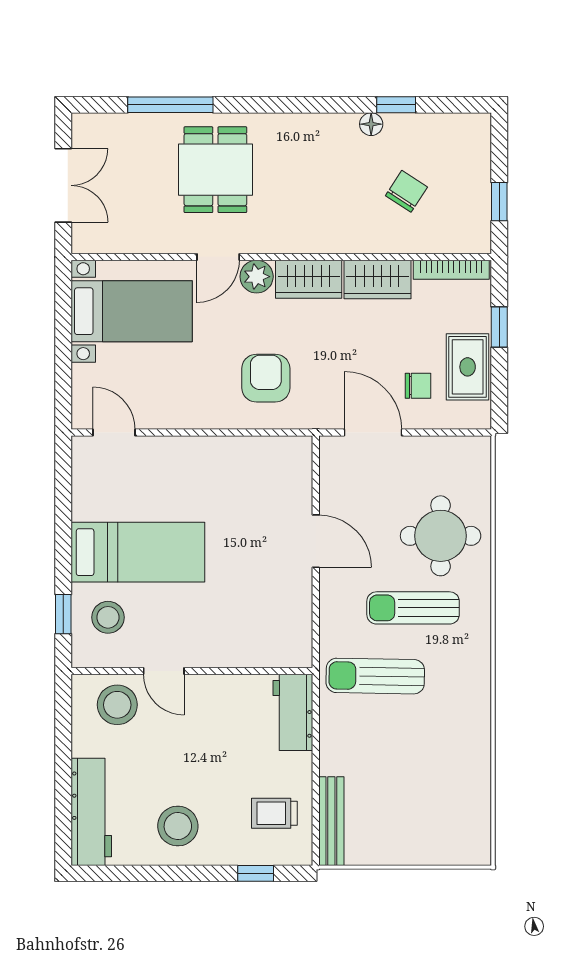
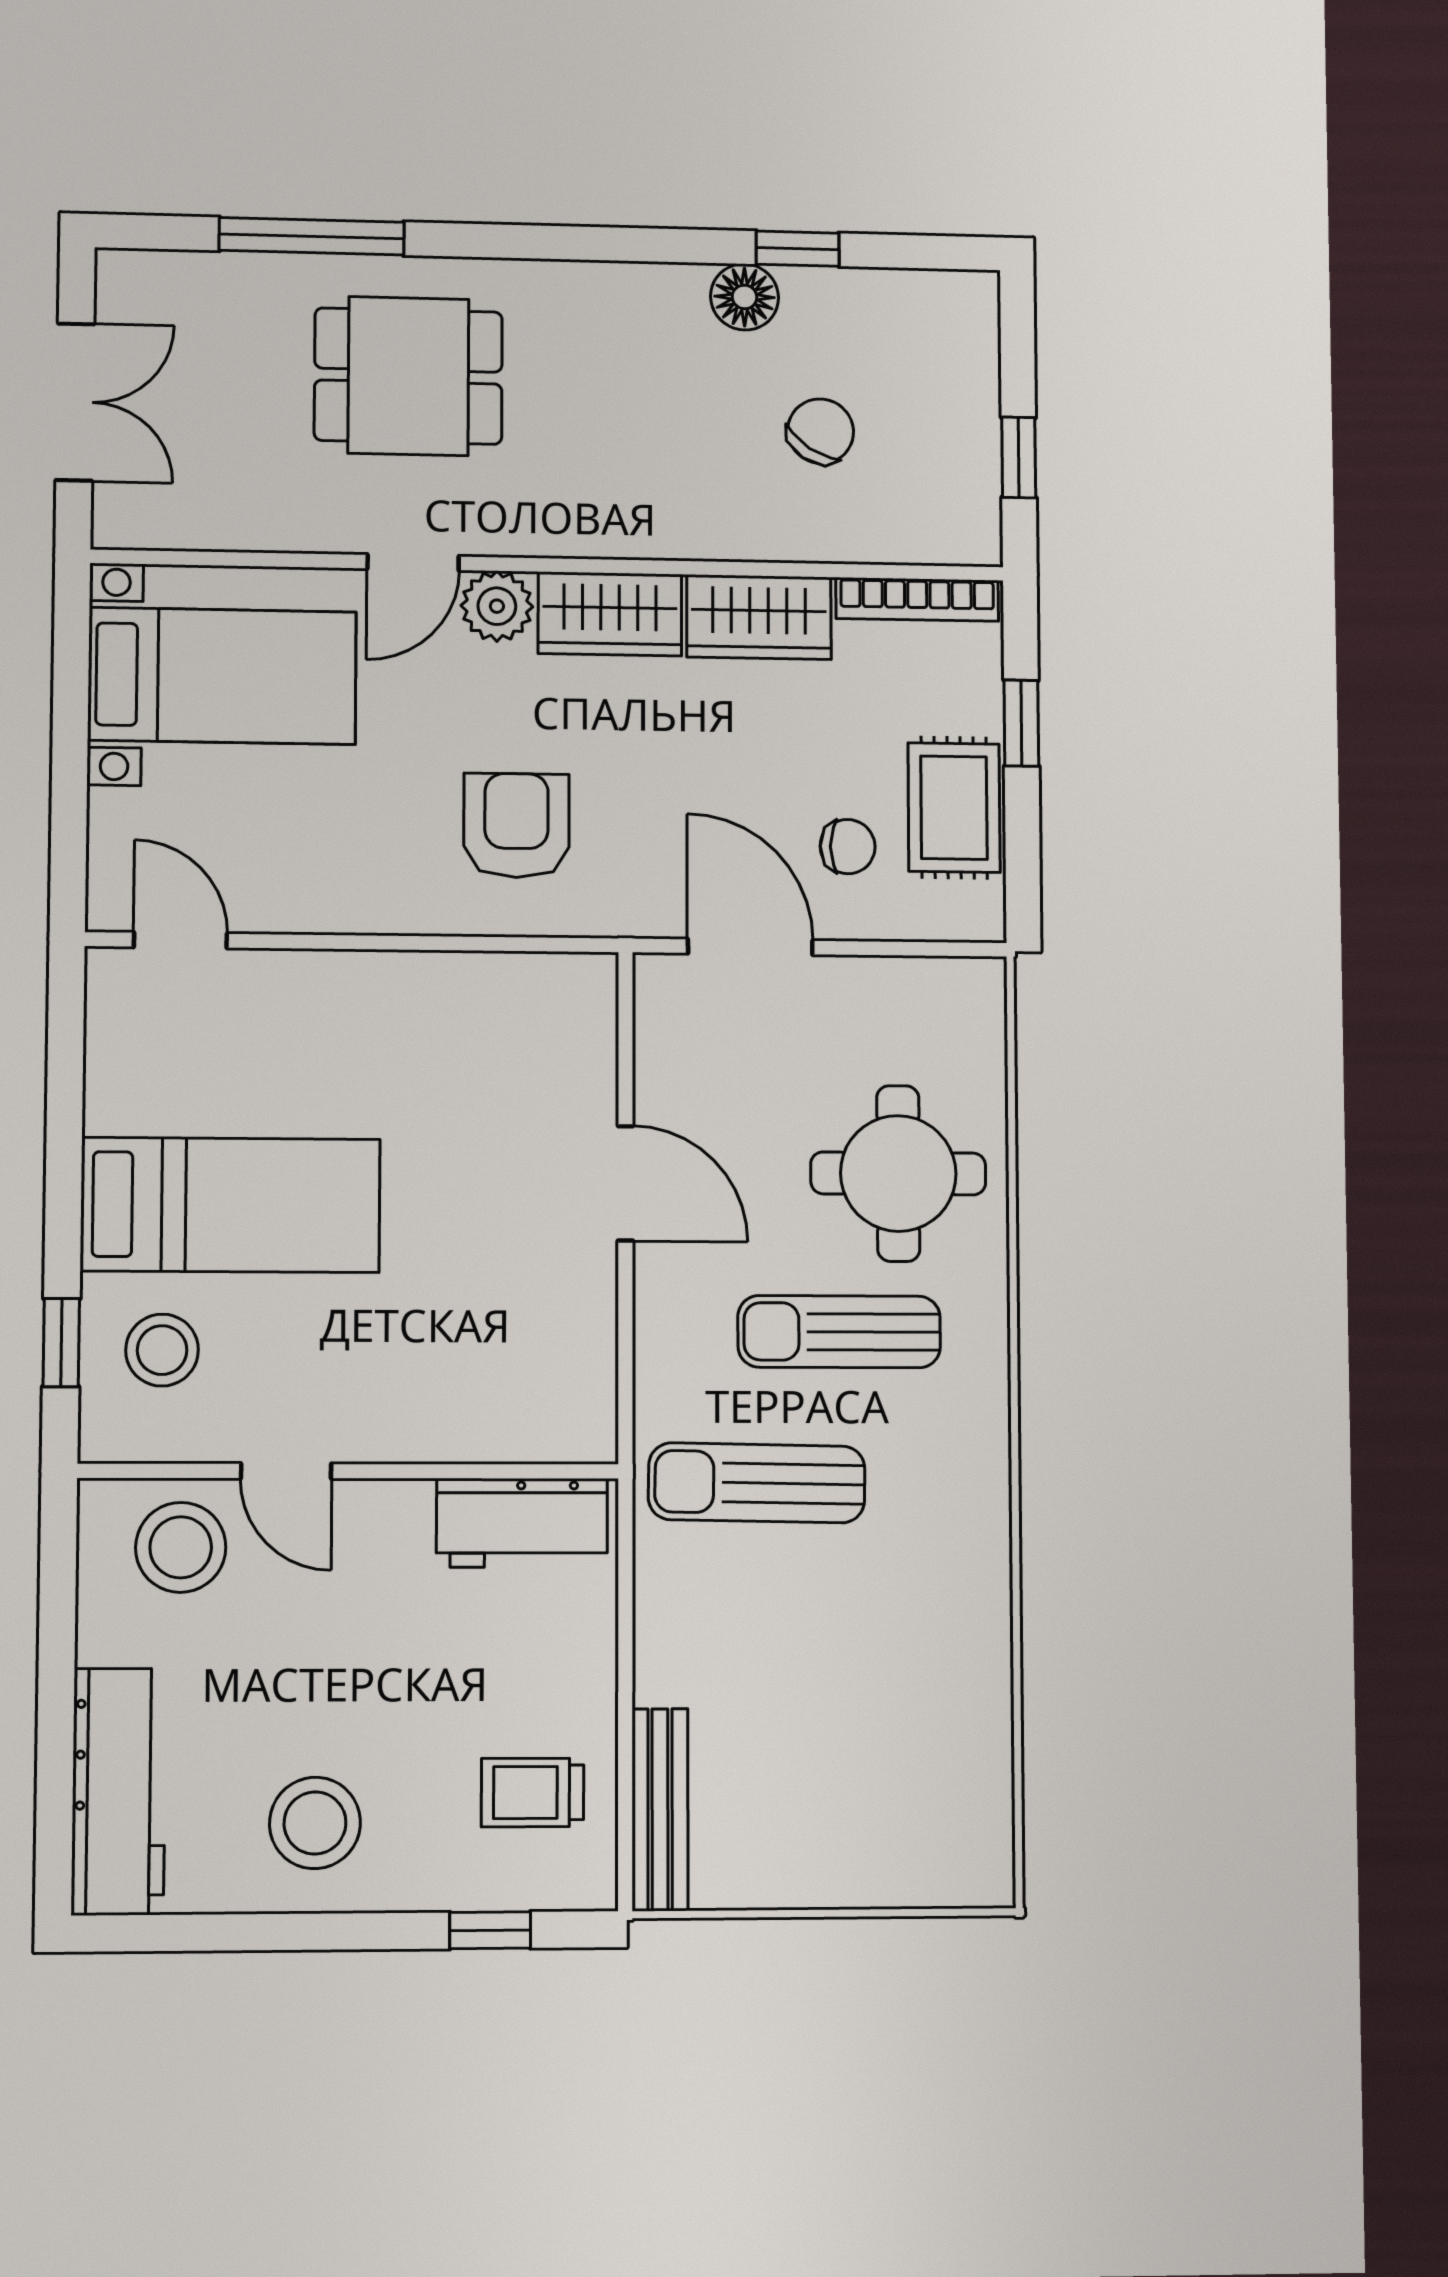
floor lamp: (371, 124) -> (745, 297), width x1.37, depth x1.37
dining table: (215, 170) -> (408, 376), turned 90
workbench: (293, 712) -> (522, 1523), moved, turned -90

